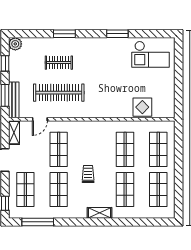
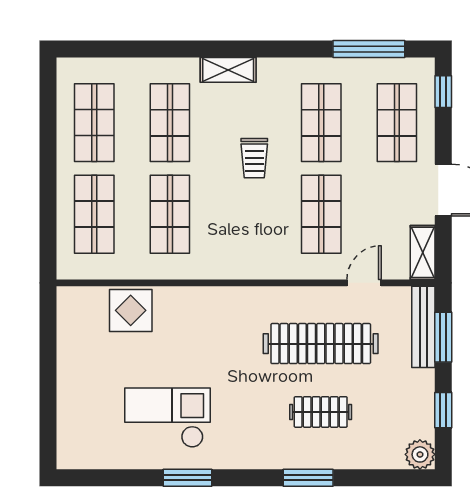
checkout: (151, 54) -> (168, 418), moved

